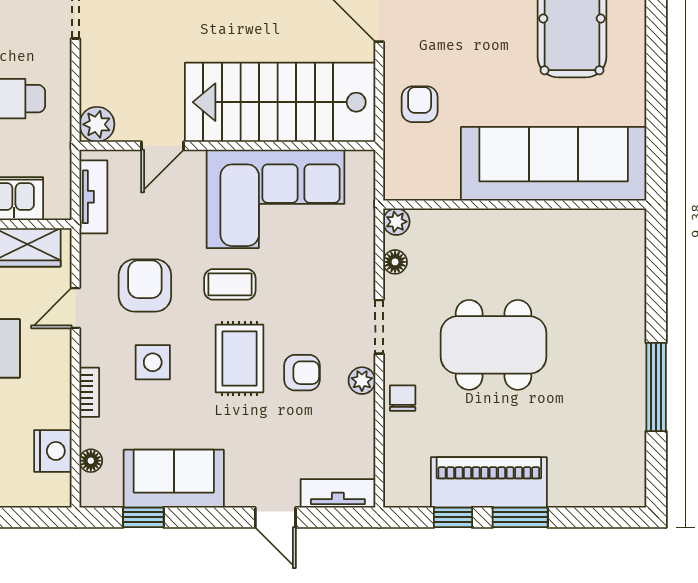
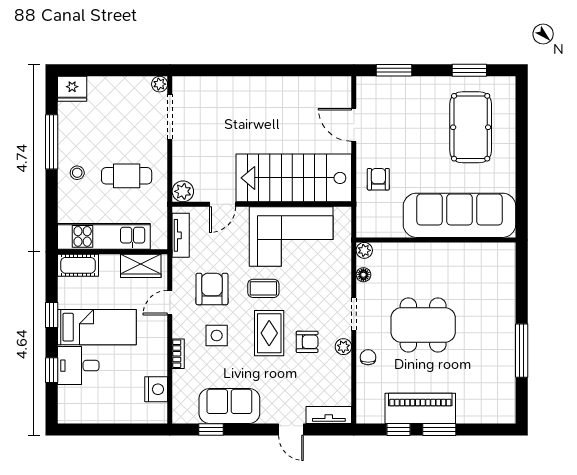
floor lamp: (91, 461) -> (179, 395), removed

